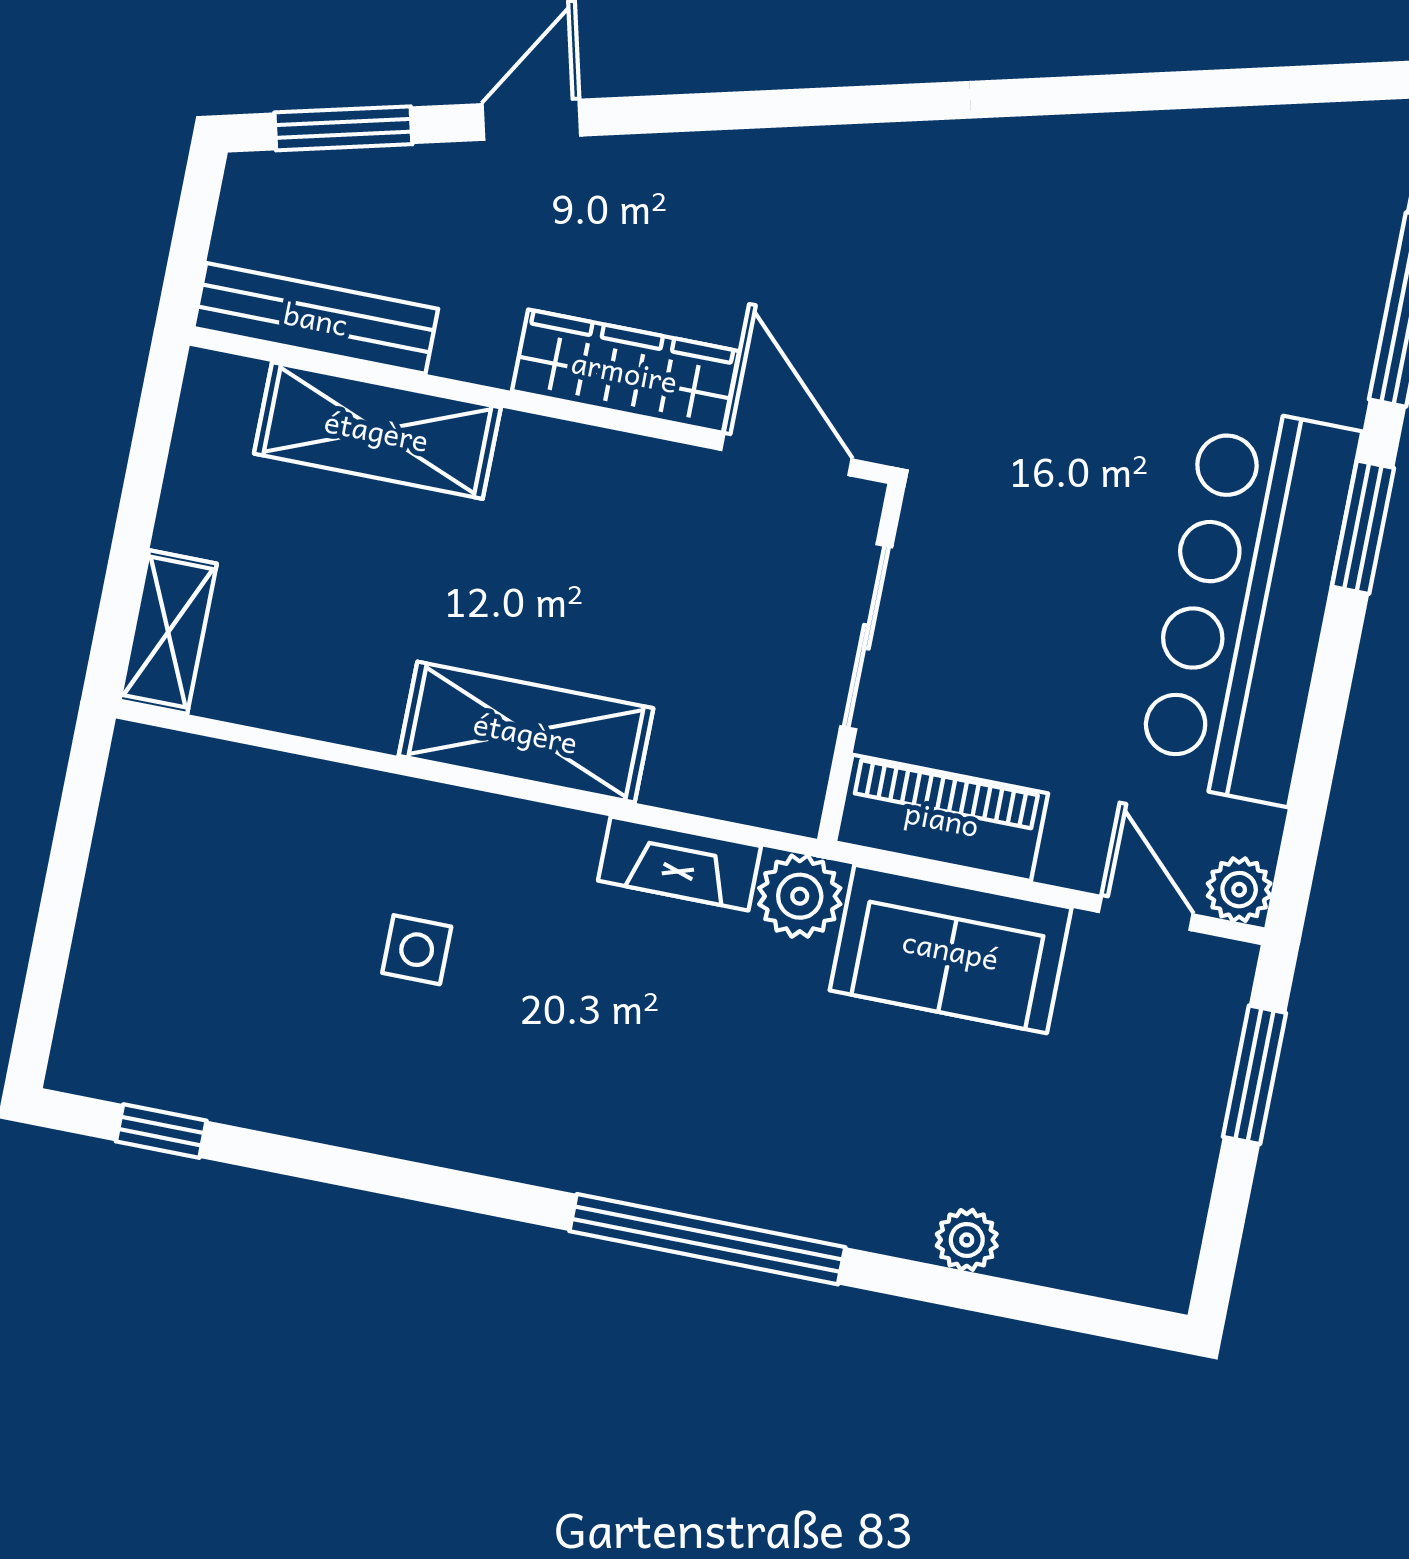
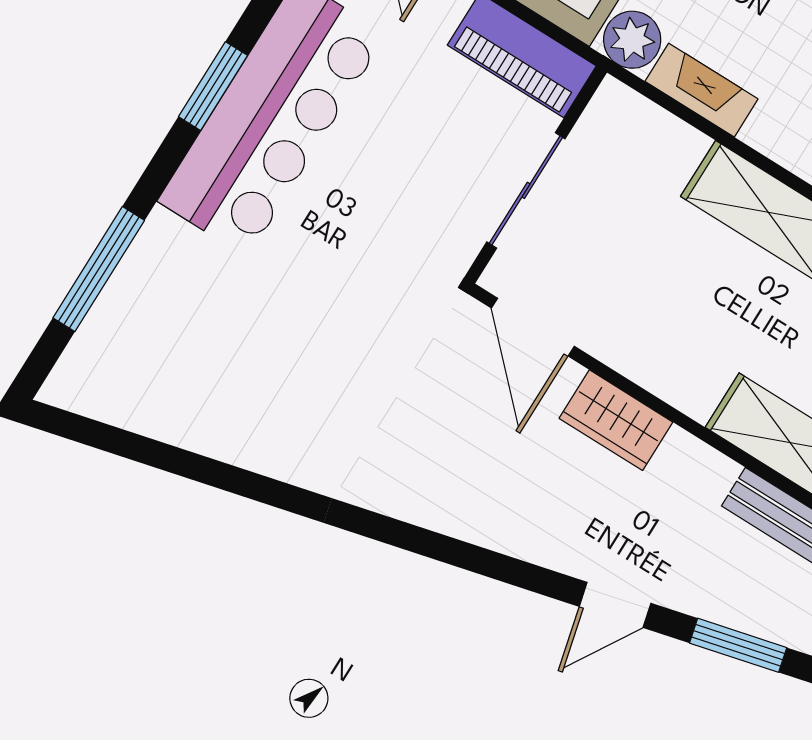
wardrobe: (625, 371) -> (616, 420), width x0.67
window: (1363, 527) -> (213, 86), moved

